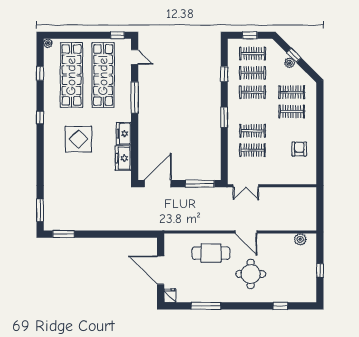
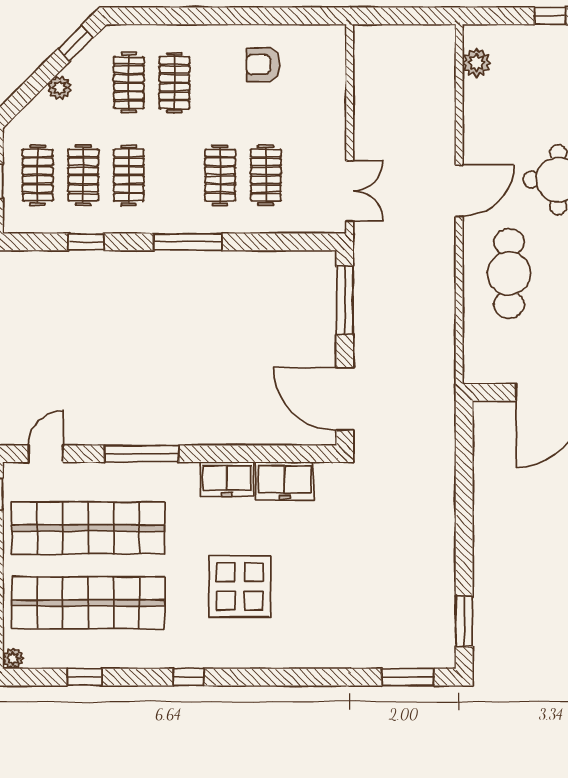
window: (294, 55) -> (76, 43), moved
window: (224, 117) -> (188, 242), width x1.44

